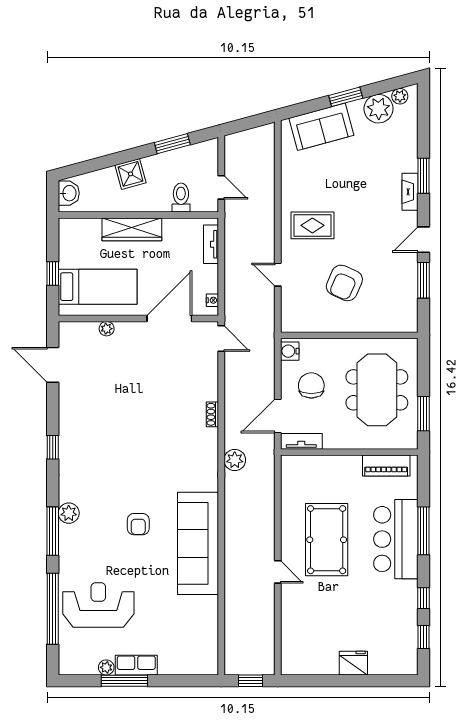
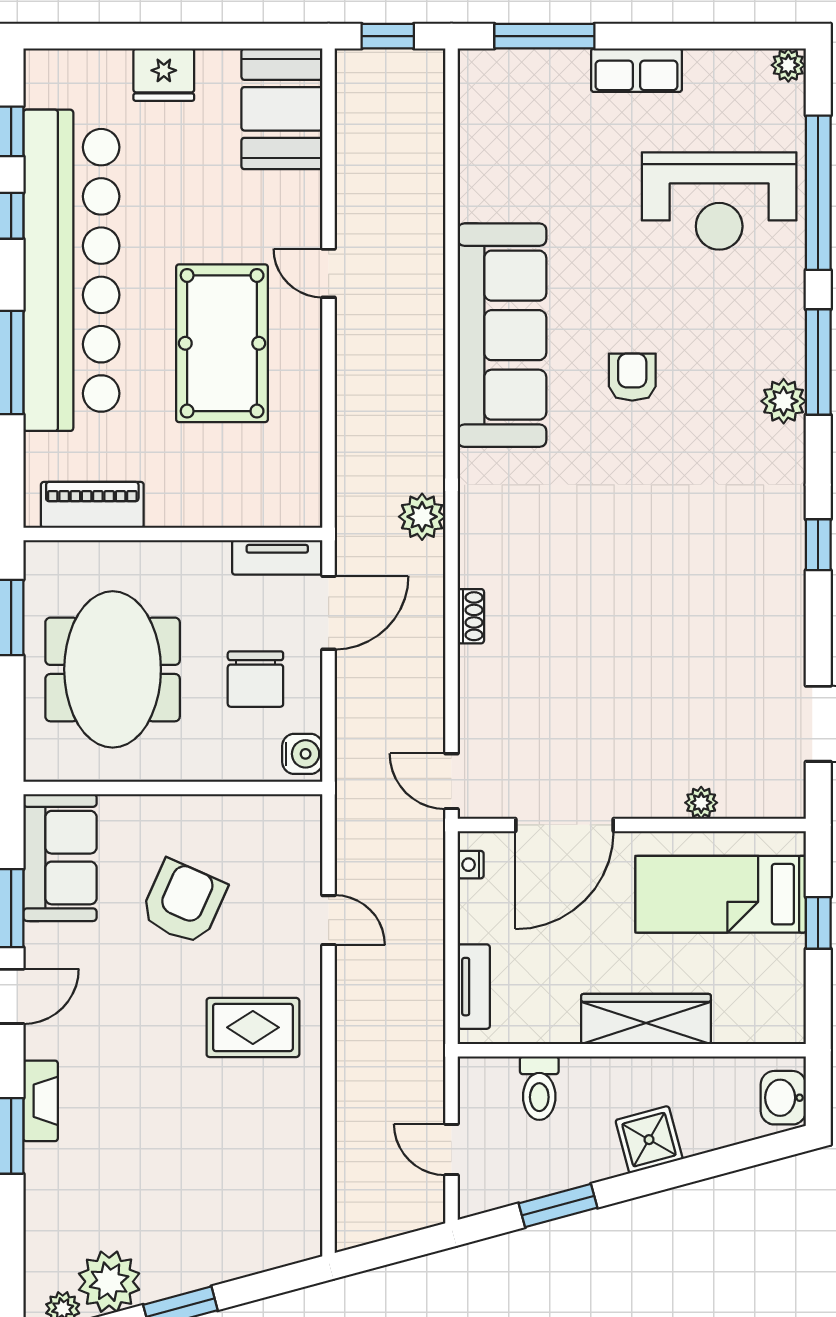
sofa: (321, 127) -> (60, 858), moved, turned 105
door: (221, 187) -> (452, 1150), moved
bar counter: (396, 539) -> (71, 270), width x1.86
booth: (299, 647) -> (282, 109), added
plant: (106, 667) -> (788, 65), moved
window: (124, 681) -> (544, 36), moved

